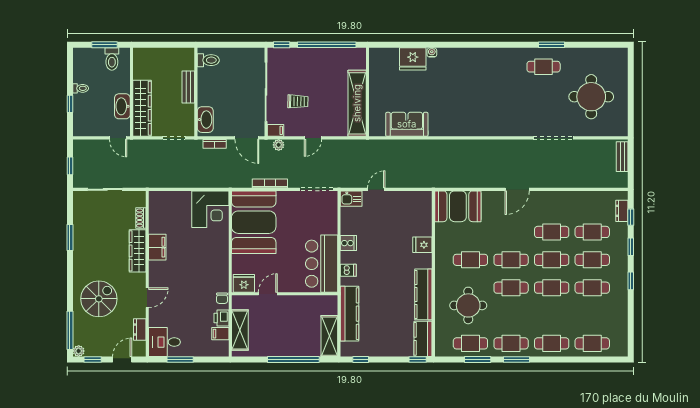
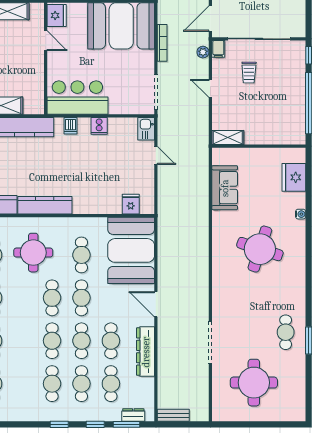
fridge: (413, 59) -> (294, 177), moved
round table: (465, 91) -> (260, 249), added
shelving: (357, 103) -> (228, 137), width x0.45, depth x0.75
bench: (622, 157) -> (173, 415), moved
dresser: (562, 199) -> (146, 352), added
booth: (458, 206) -> (131, 250), width x1.36, depth x1.42
window: (631, 217) -> (127, 424), width x1.50
fridge: (422, 245) -> (131, 204), moved

